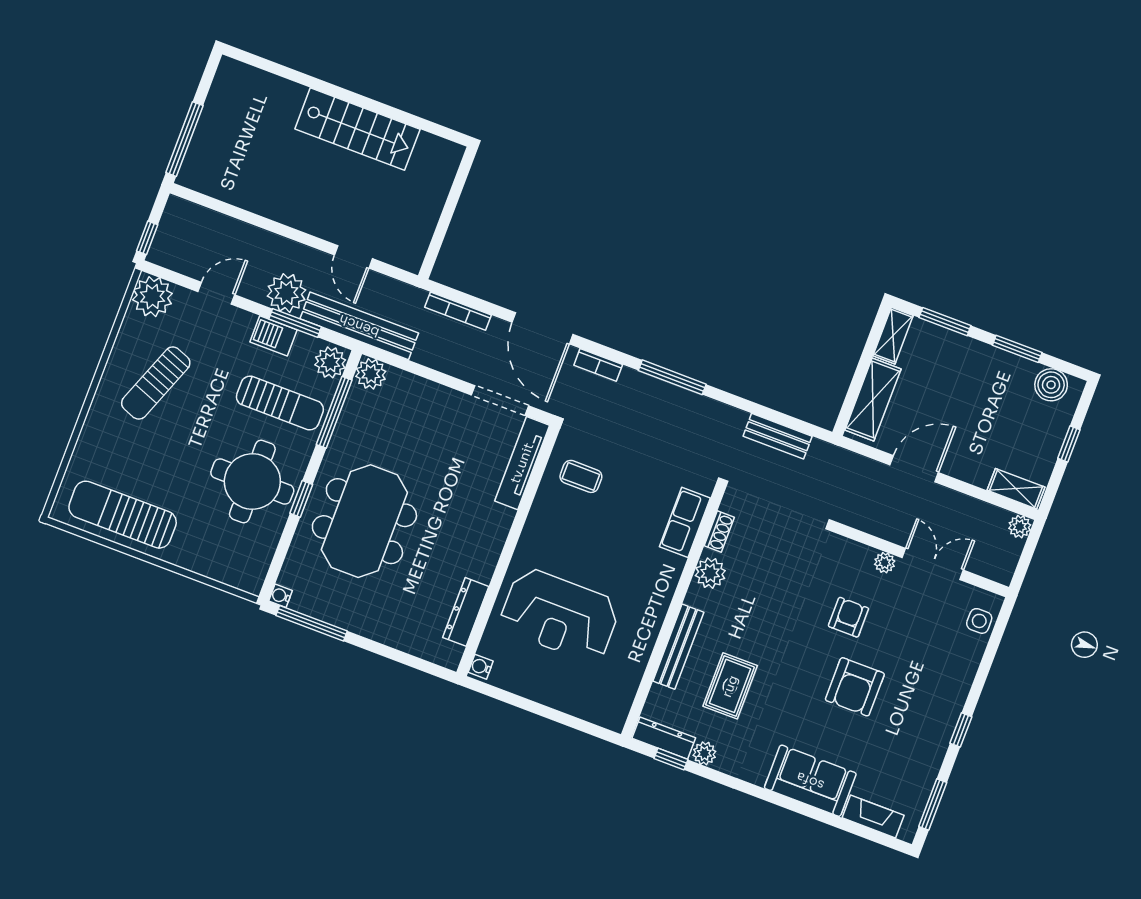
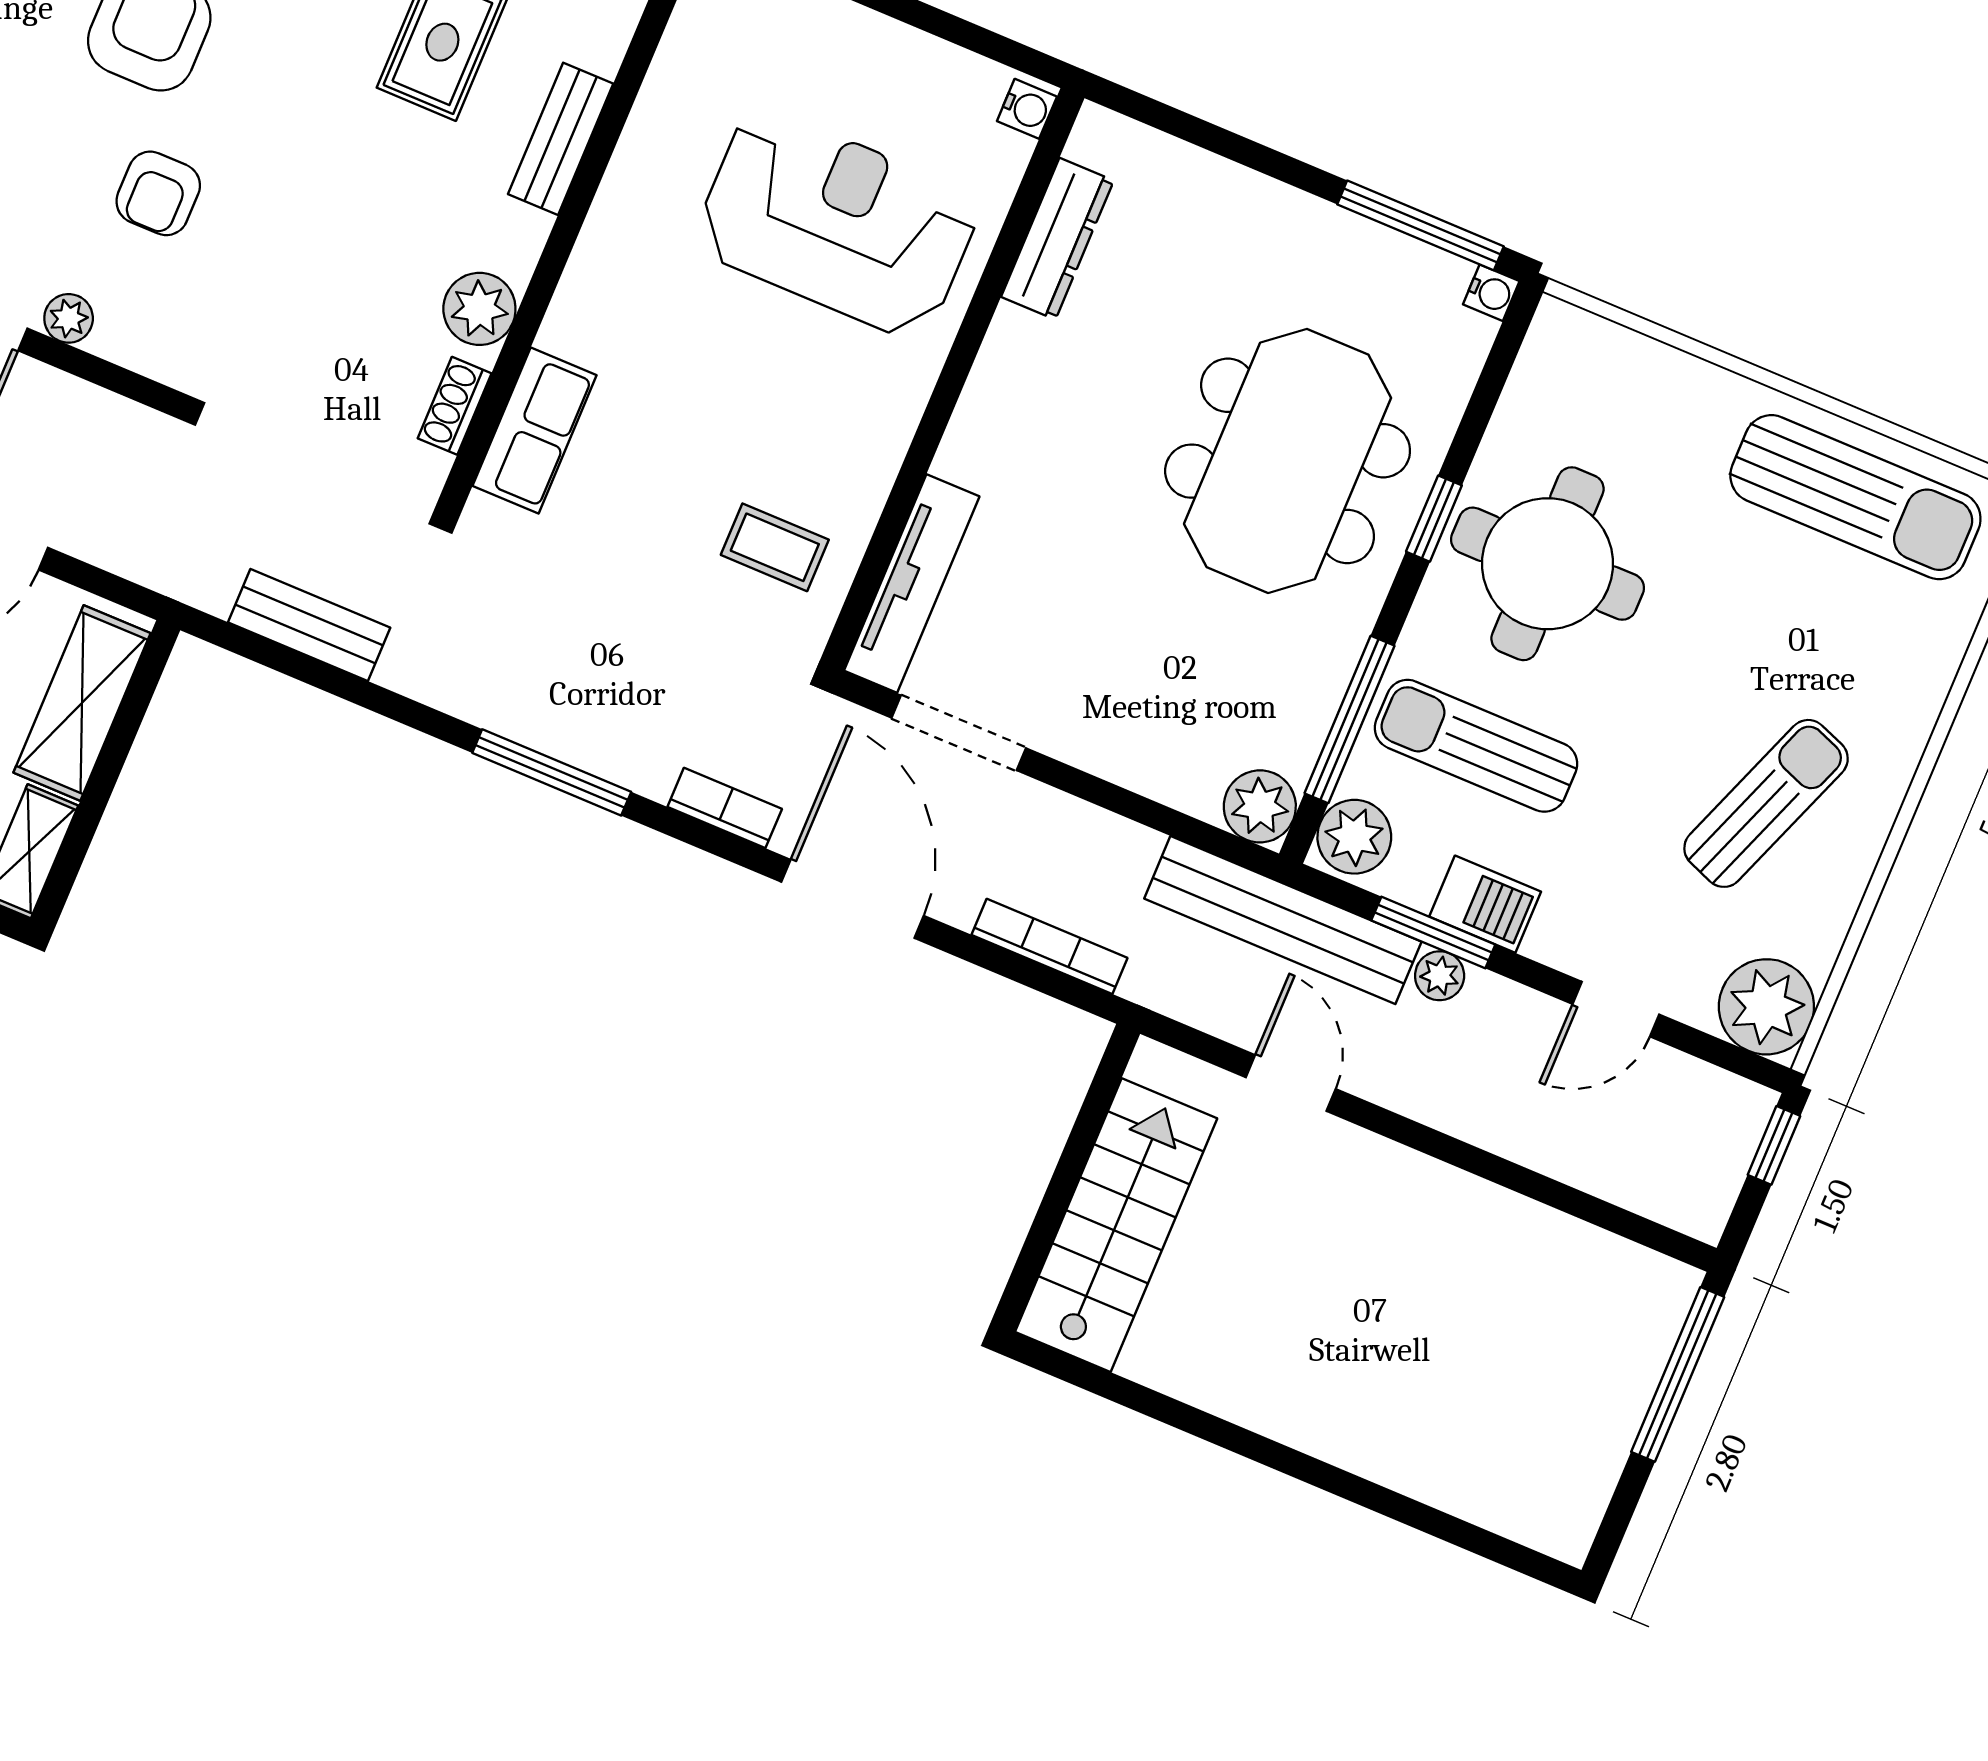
stairs: (357, 129) -> (1116, 1225), moved, turned 90
plant: (286, 293) -> (1440, 976), width x0.53, depth x0.53
bench: (678, 647) -> (561, 139), width x0.73

